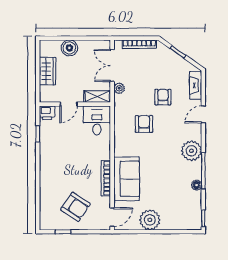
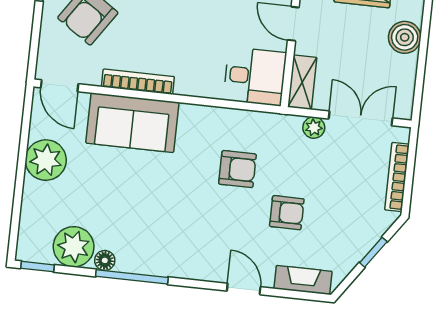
plant: (191, 151) -> (74, 247), moved

